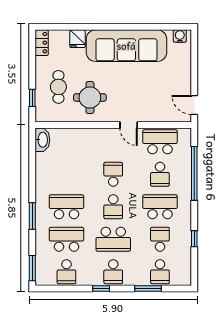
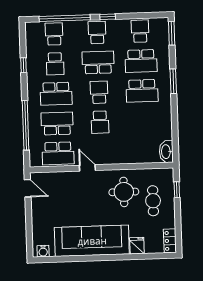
school desk: (160, 174) -> (57, 124), width x1.85
window: (148, 289) -> (65, 18), width x2.11

